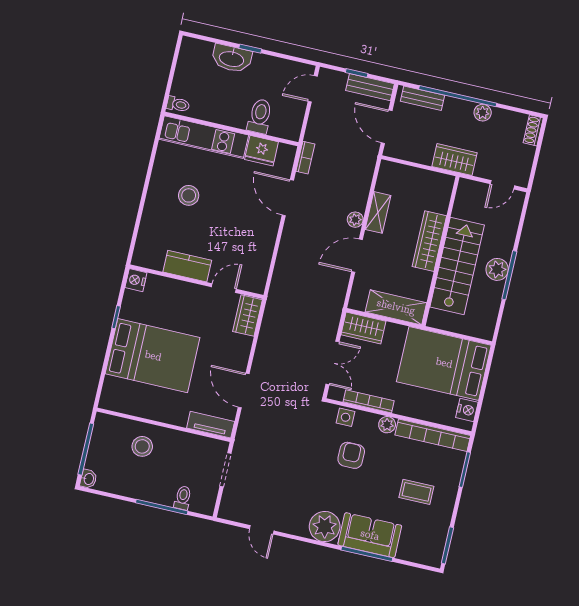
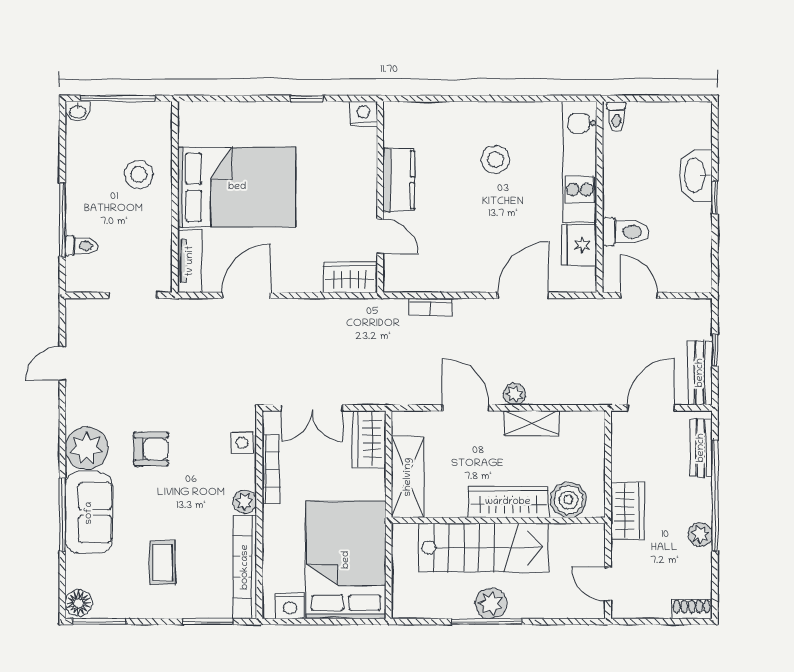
door: (313, 89) -> (639, 295), moved
bookcase: (305, 158) -> (430, 307), moved
boiler: (437, 199) -> (569, 500), added
bed: (153, 356) -> (237, 187), moved, turned -90
armchair: (351, 455) -> (151, 449), moved
floor lamp: (431, 557) -> (79, 603), added

